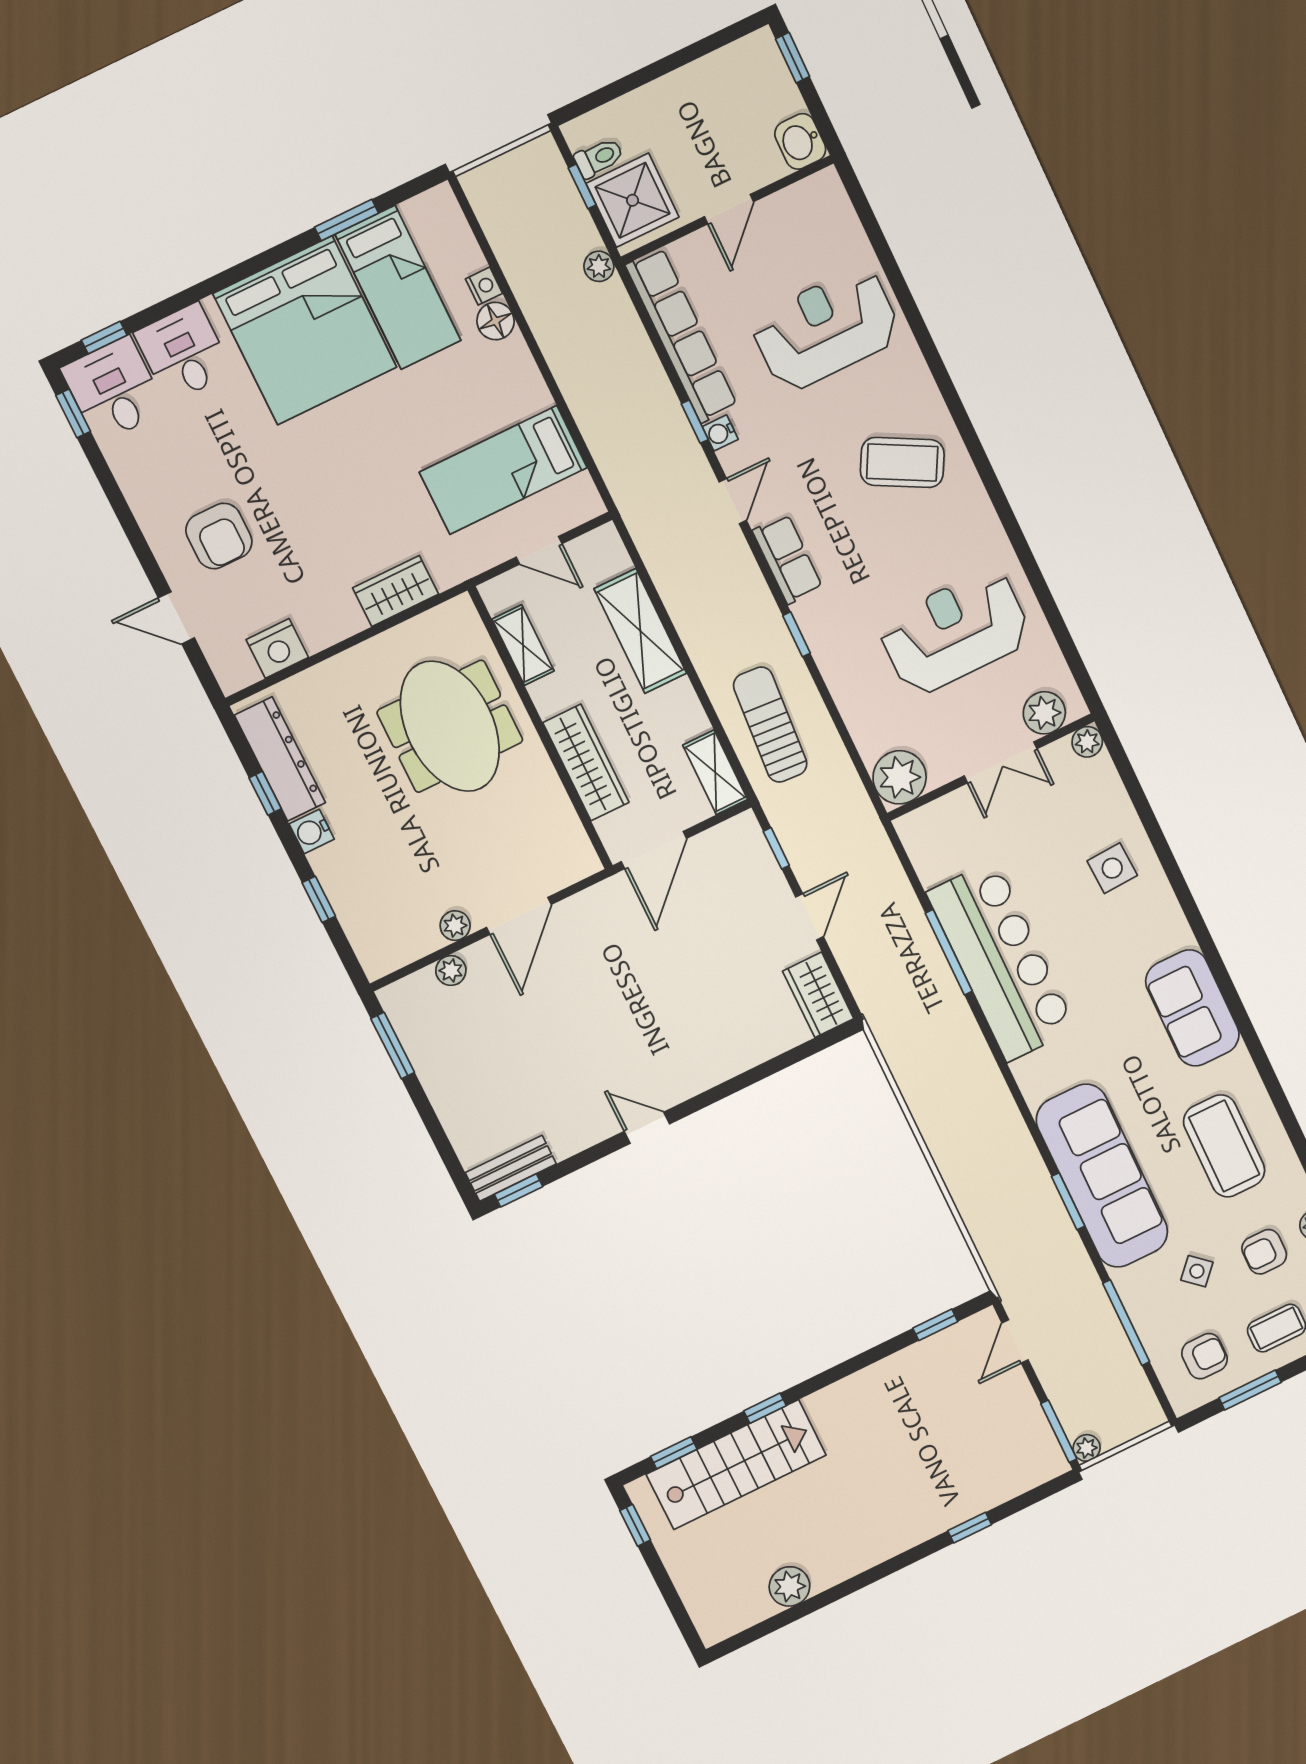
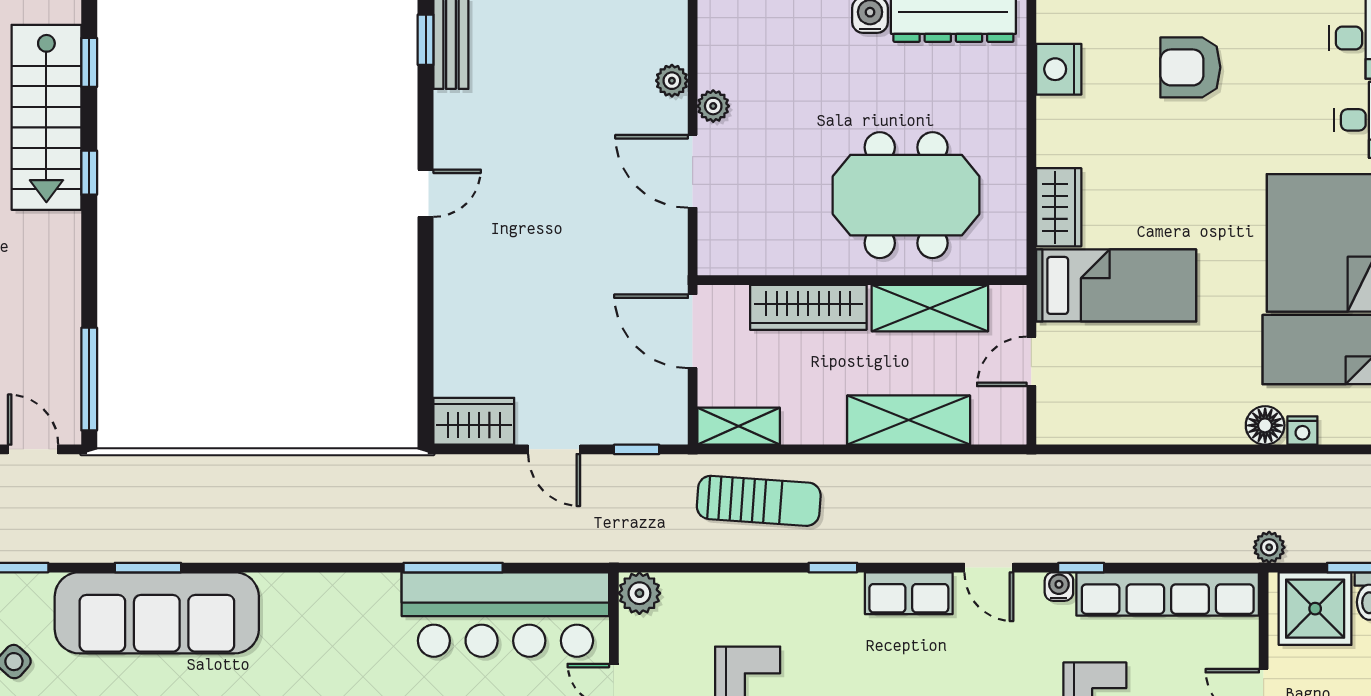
bed: (503, 470) -> (1116, 285), moved, turned 90
shelving: (523, 645) -> (930, 308), width x1.50, depth x1.33
plant: (900, 777) -> (639, 593), width x0.73, depth x0.73
bar counter: (1001, 961) -> (505, 615), moved
window: (935, 1325) -> (89, 379), width x2.17

